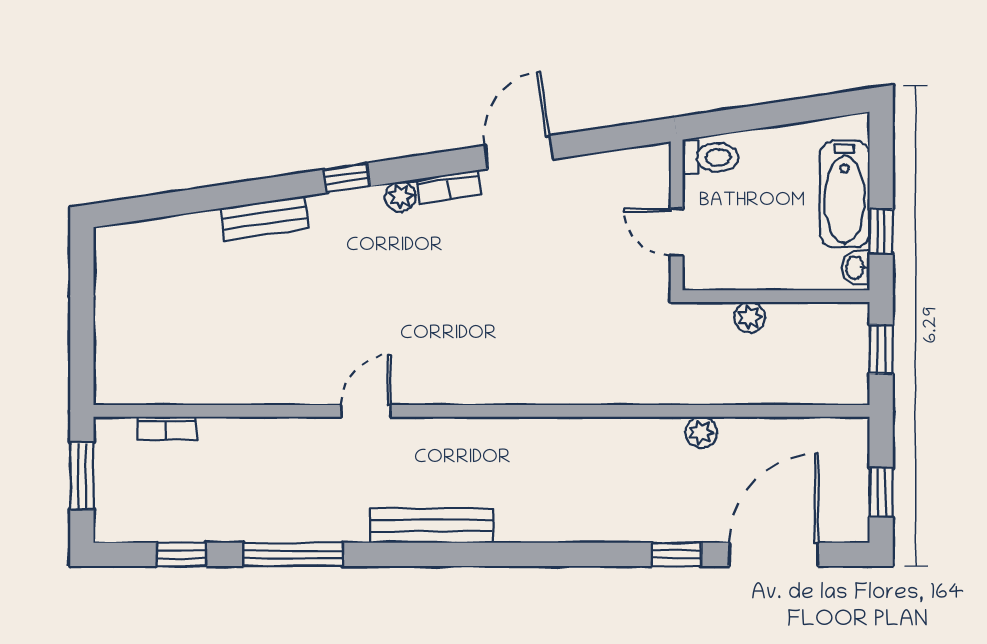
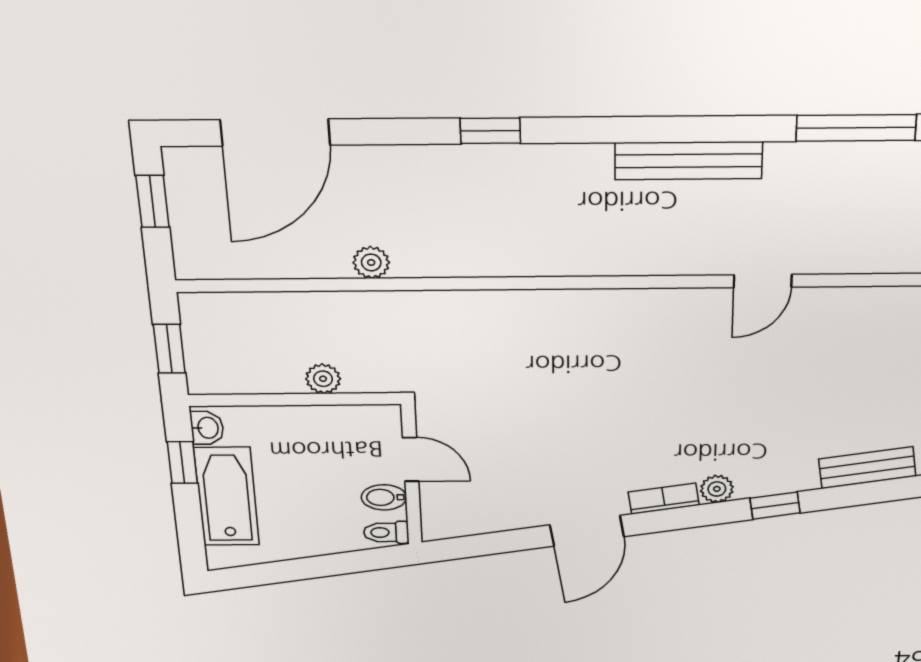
toilet: (710, 157) -> (386, 532), width x0.73, depth x0.72
bidet: (703, 191) -> (384, 497), added
window: (677, 554) -> (490, 131), moved

